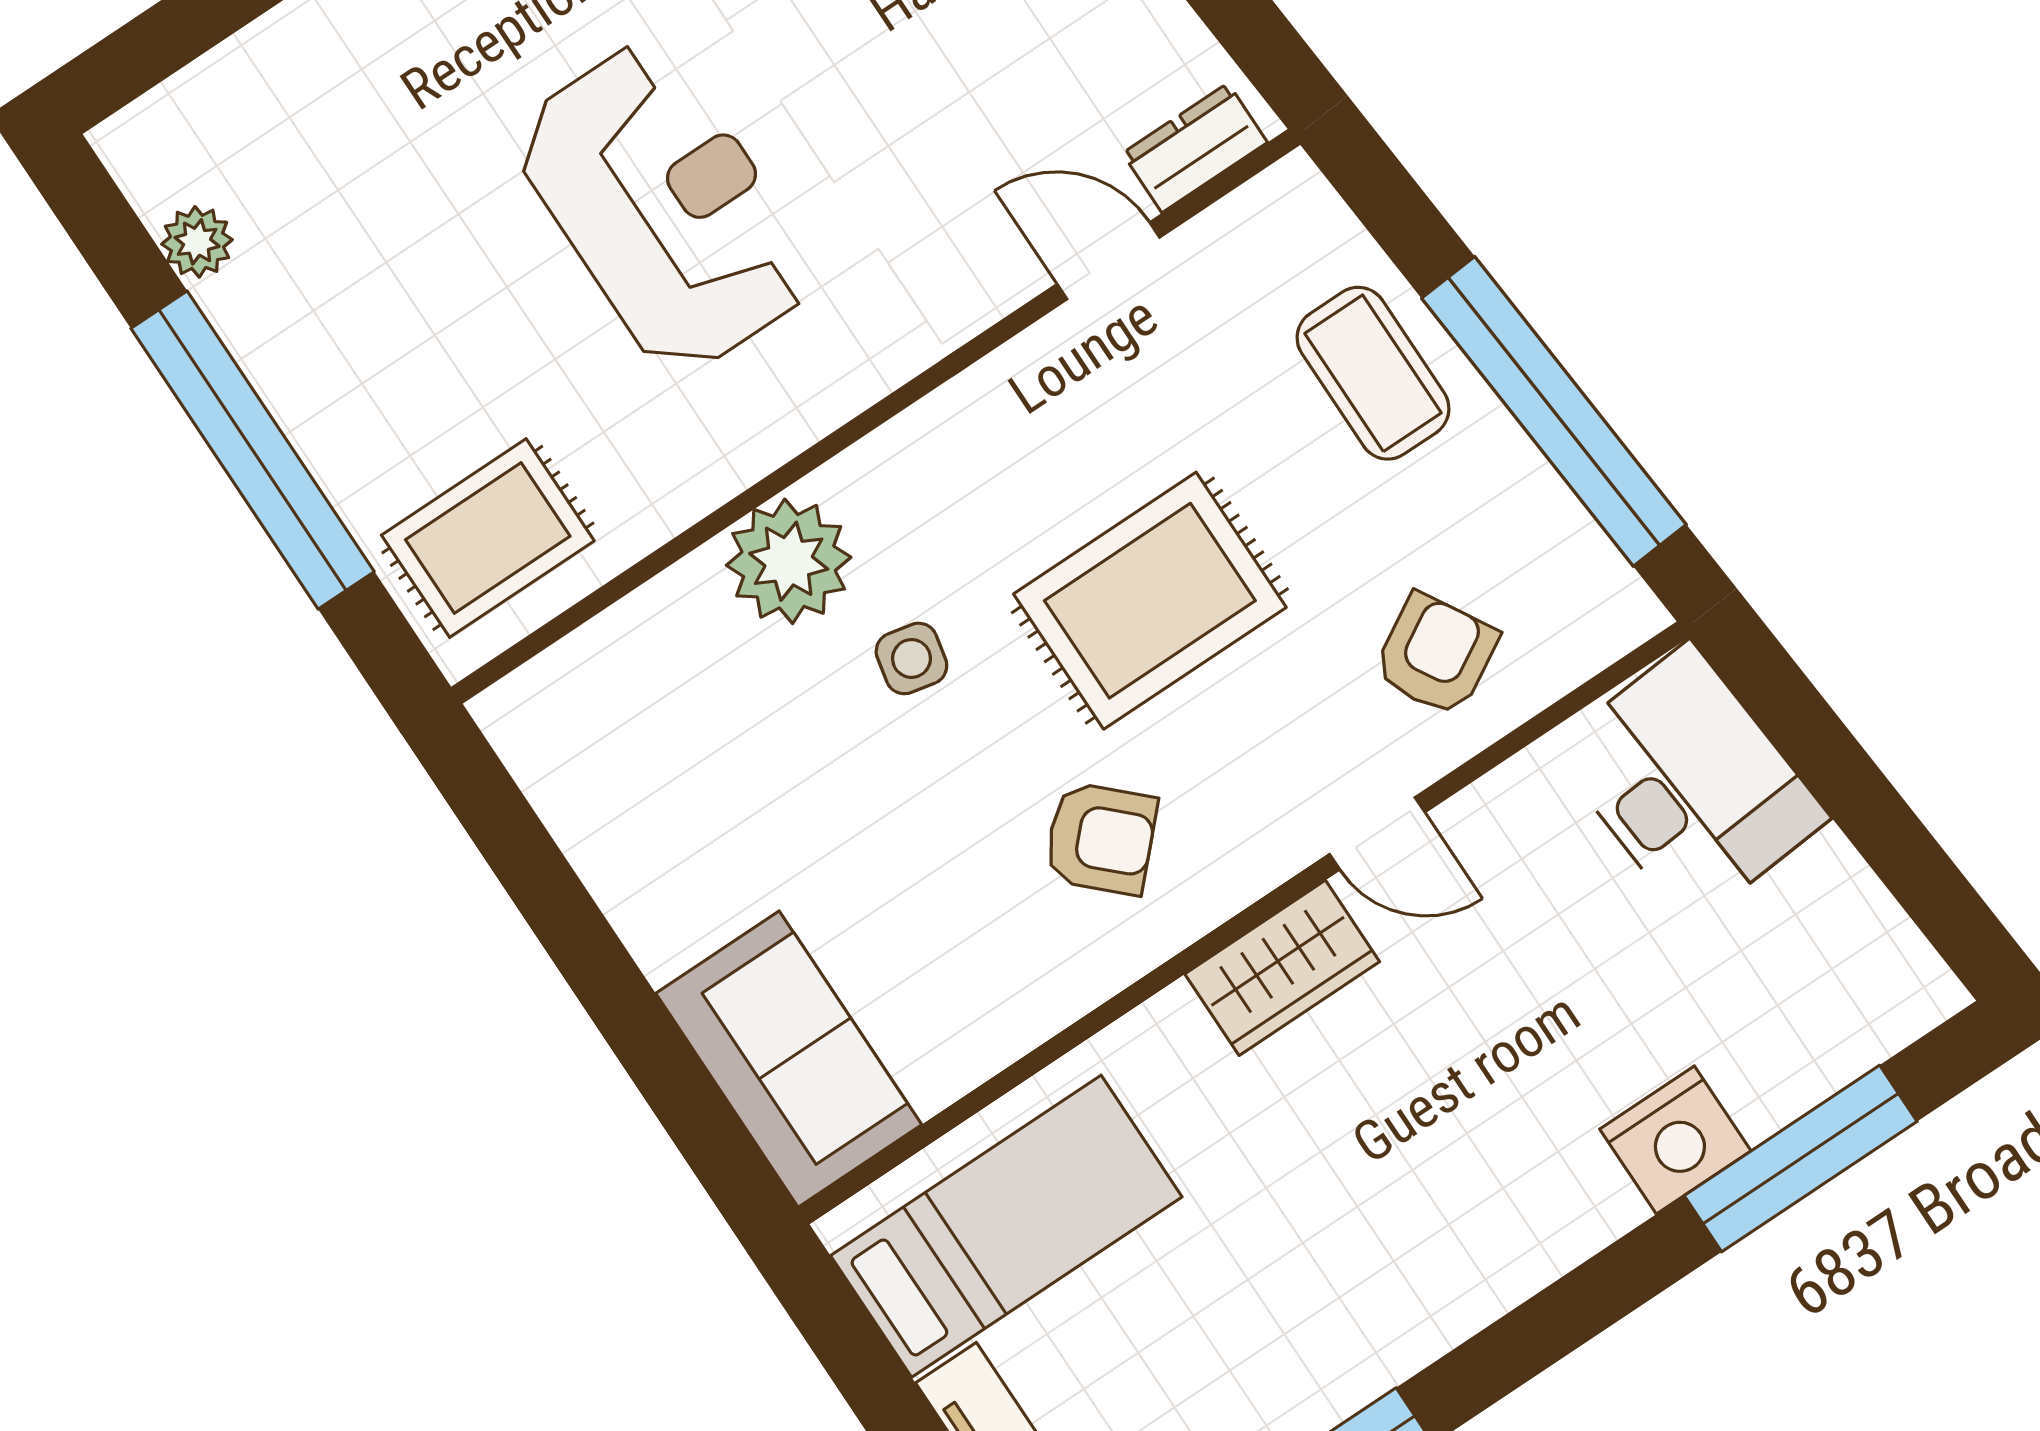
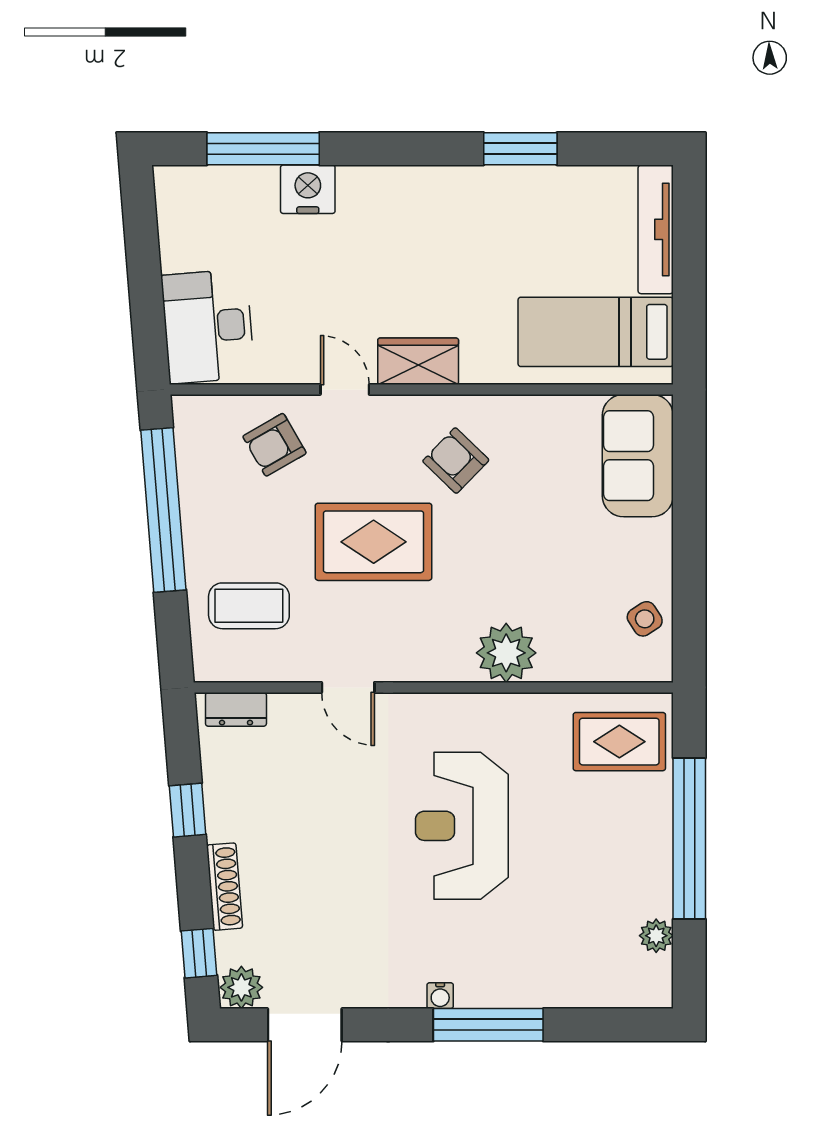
door: (1108, 261) -> (348, 687), moved
coffee table: (1373, 373) -> (249, 606), moved, turned 90
side table: (911, 658) -> (645, 619), moved, turned 45

